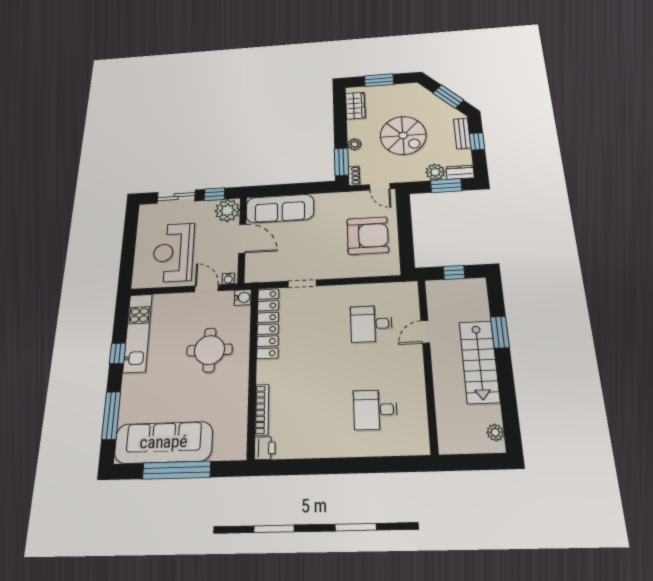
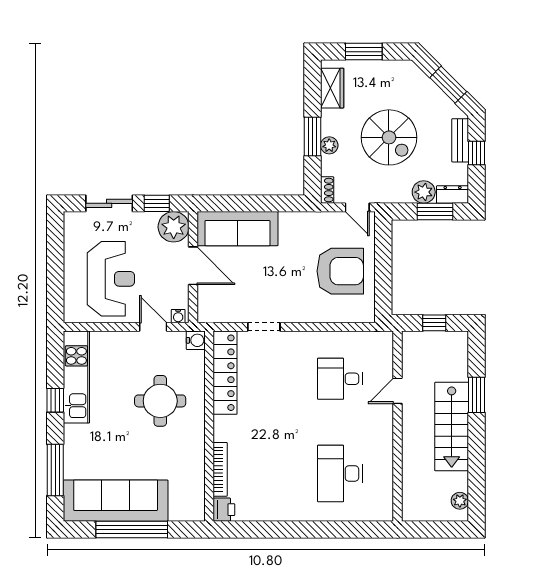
window: (341, 162) -> (312, 136), moved
reception desk: (173, 252) -> (111, 279), turned 180
desk: (375, 410) -> (340, 473), width x1.37

